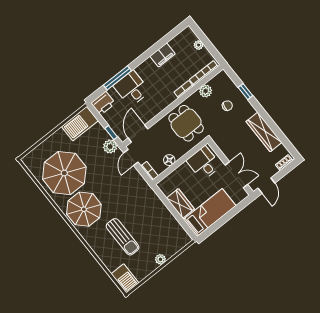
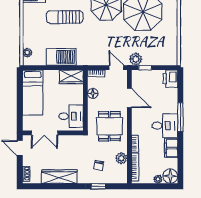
floor lamp: (187, 36) -> (170, 176), added
window: (117, 78) -> (180, 117), moved
desk: (132, 88) -> (165, 126), moved
dining table: (186, 123) -> (109, 126), turned 90
barbecue: (80, 124) -> (61, 57), moved, turned 90
door: (138, 133) -> (129, 98), moved
wardrobe: (180, 204) -> (71, 77), moved
plant: (160, 259) -> (27, 53), moved

